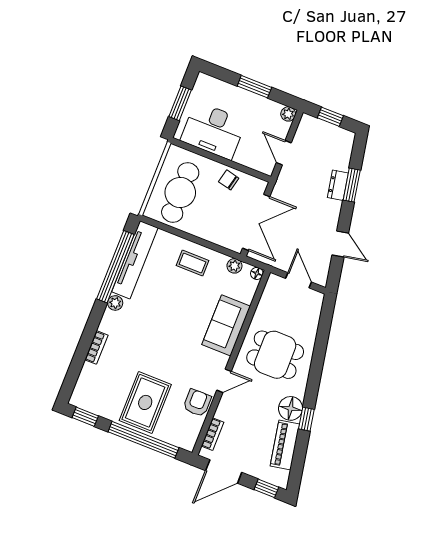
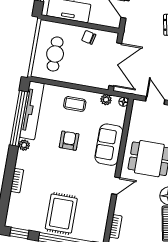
cafe table: (180, 193) -> (55, 54), width x0.73, depth x0.74
armchair: (197, 403) -> (69, 141), moved

